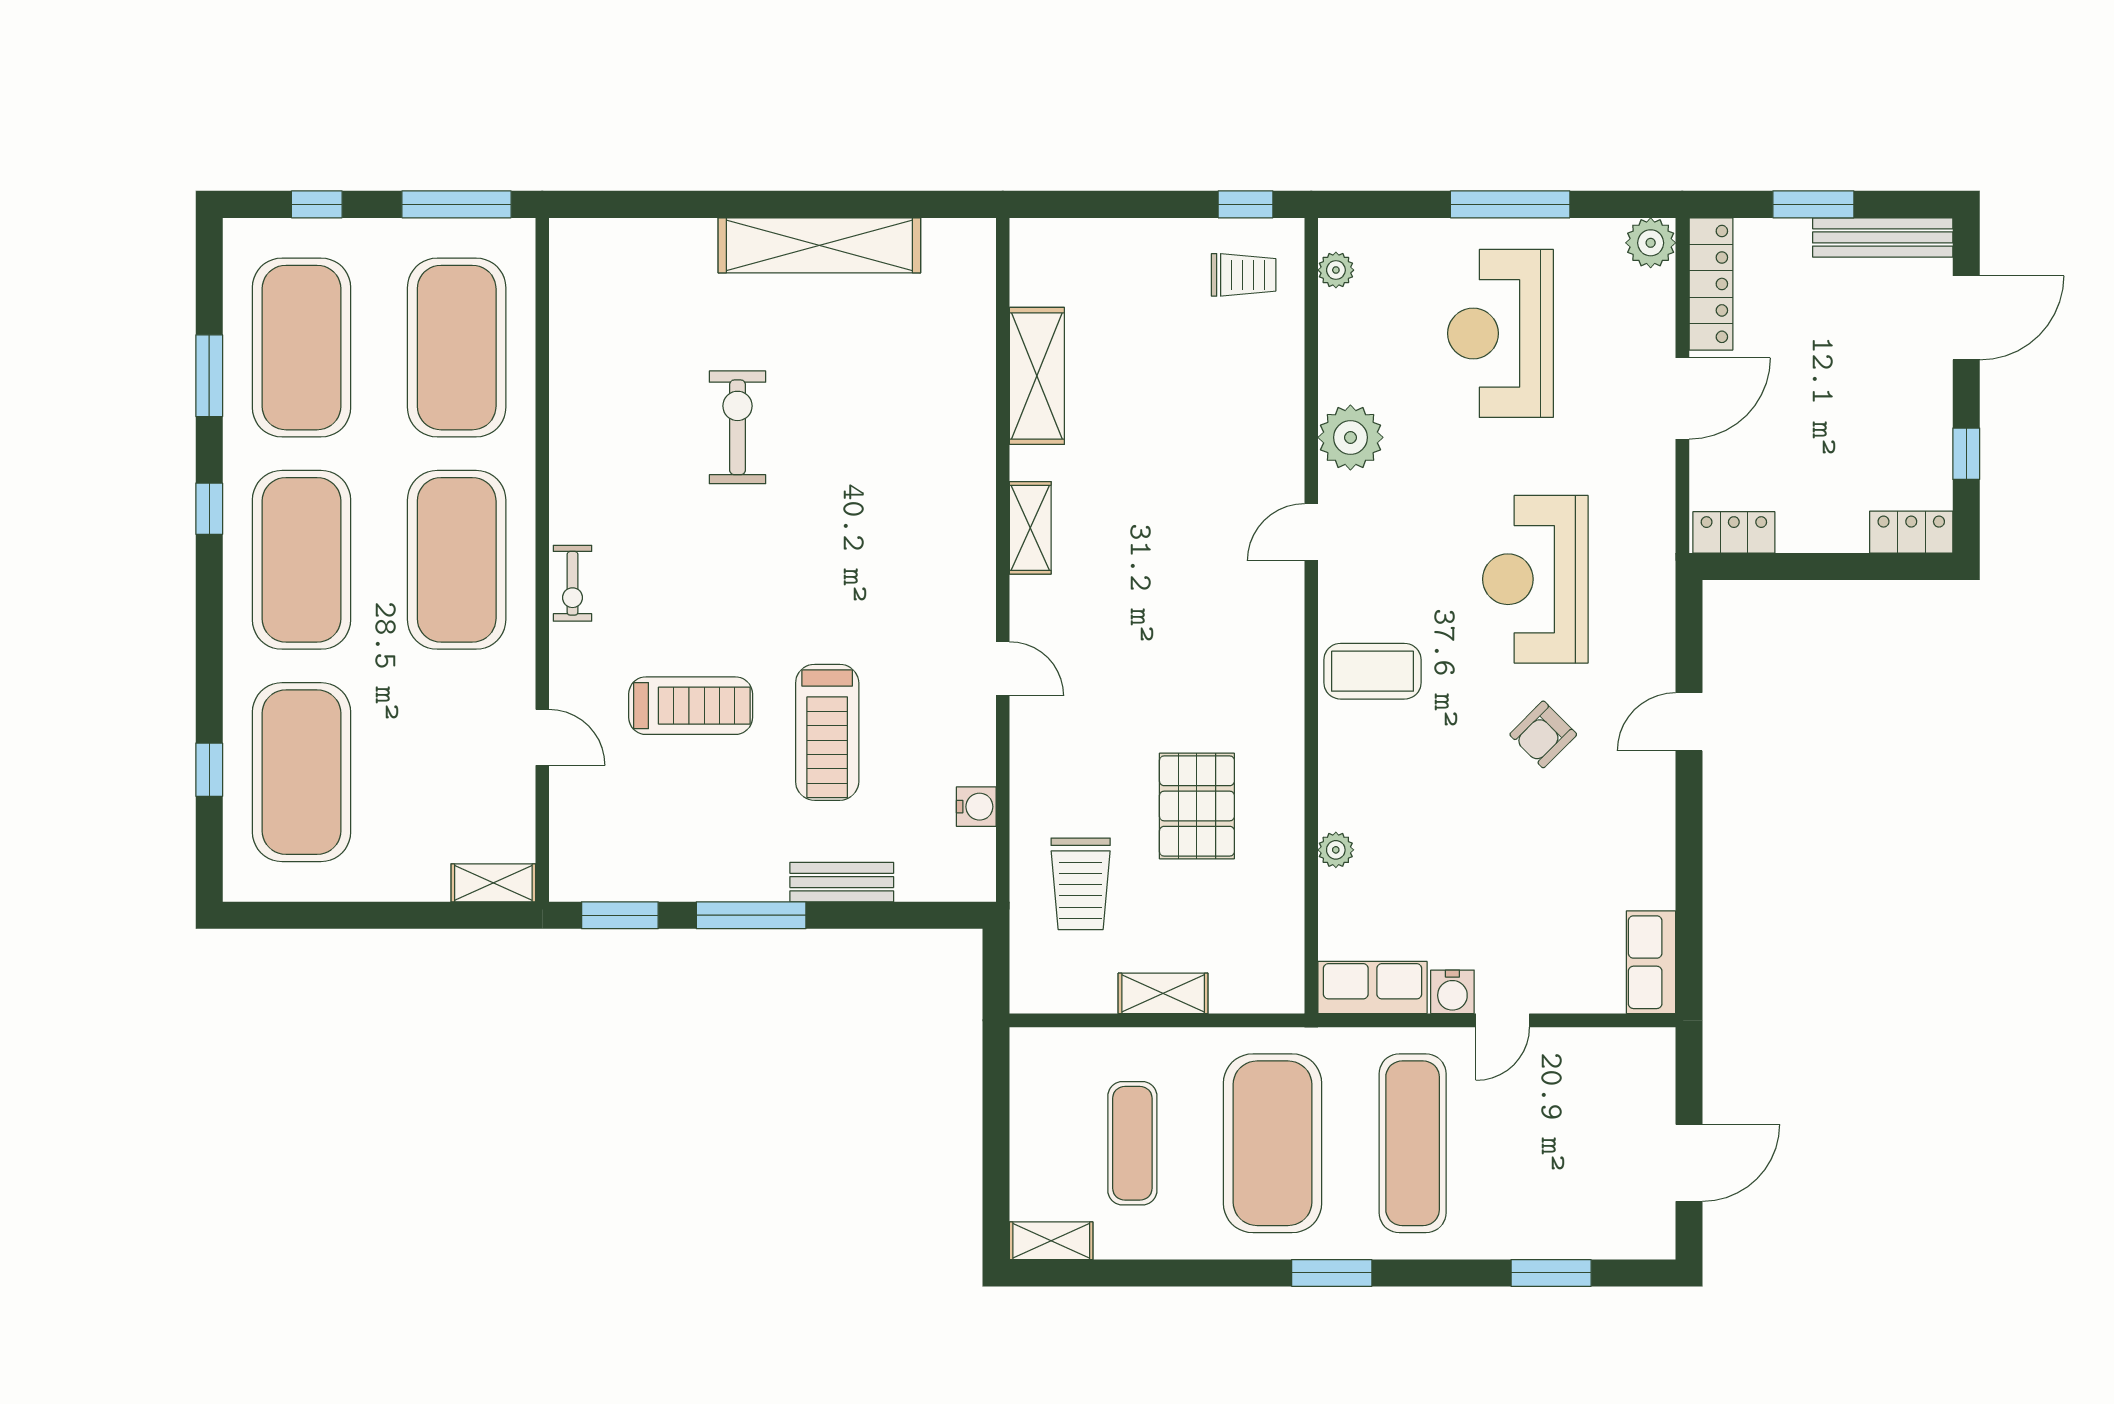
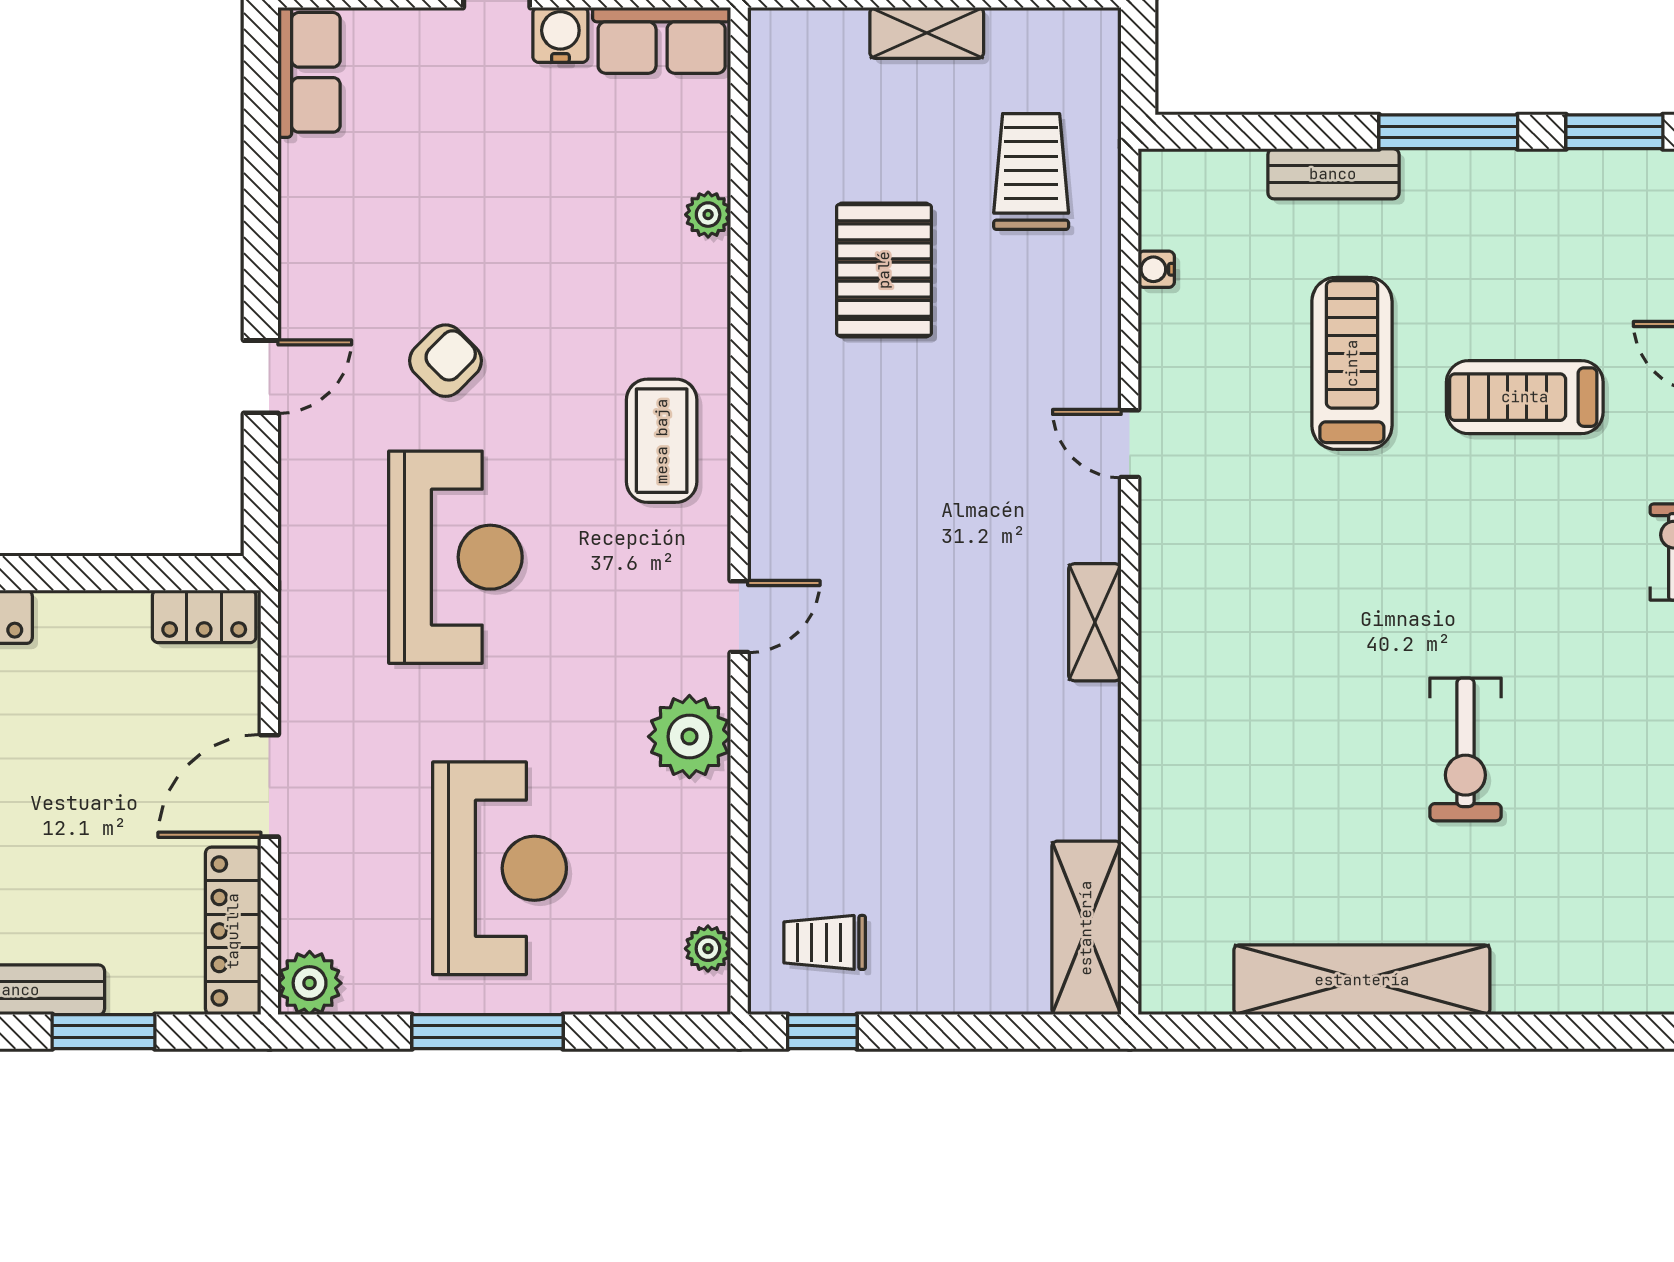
shelving: (1037, 376) -> (1086, 928), moved
coffee table: (1372, 671) -> (662, 441), turned 90
water cooler: (976, 807) -> (1156, 269), width x0.72, depth x0.72

